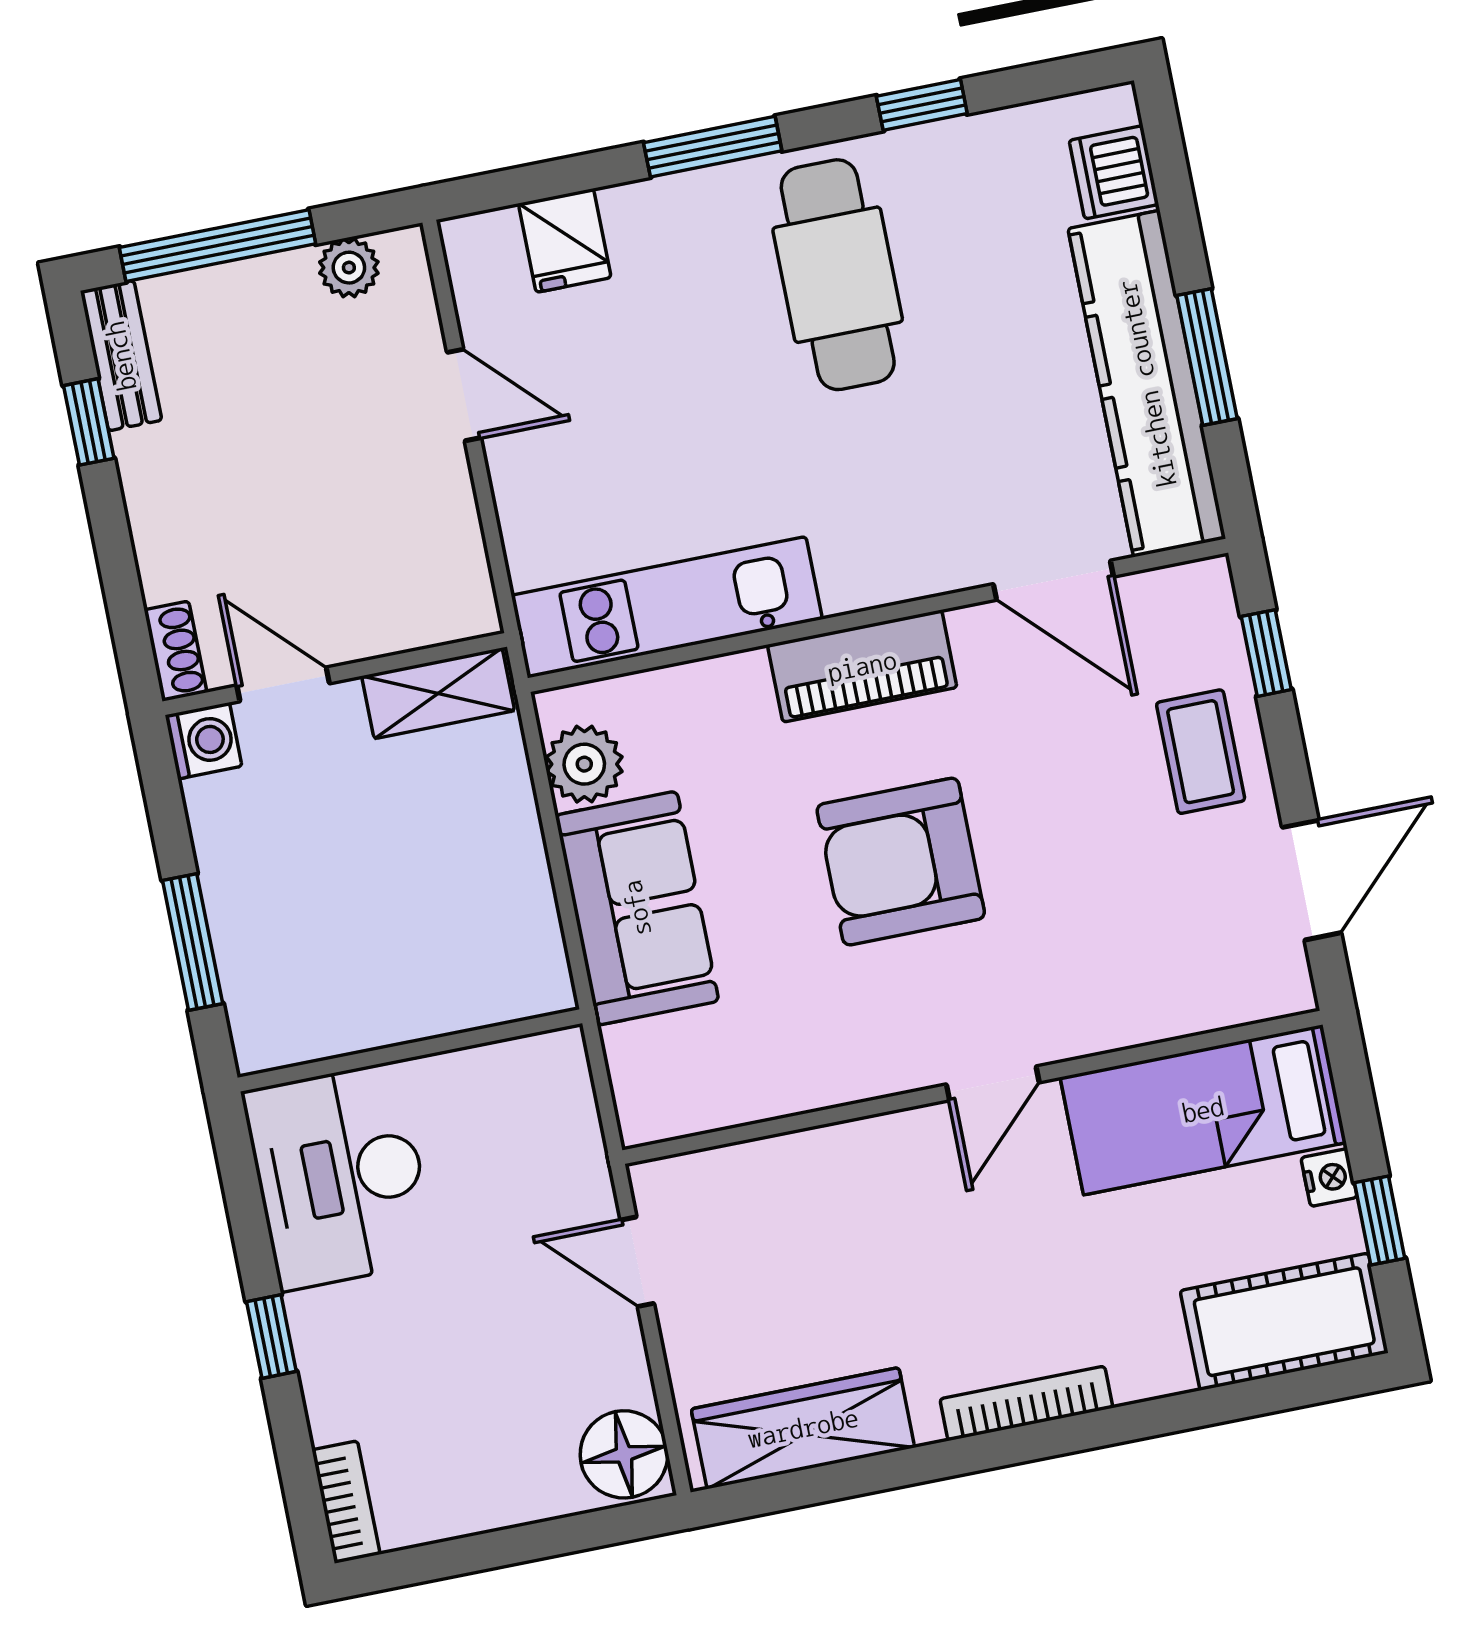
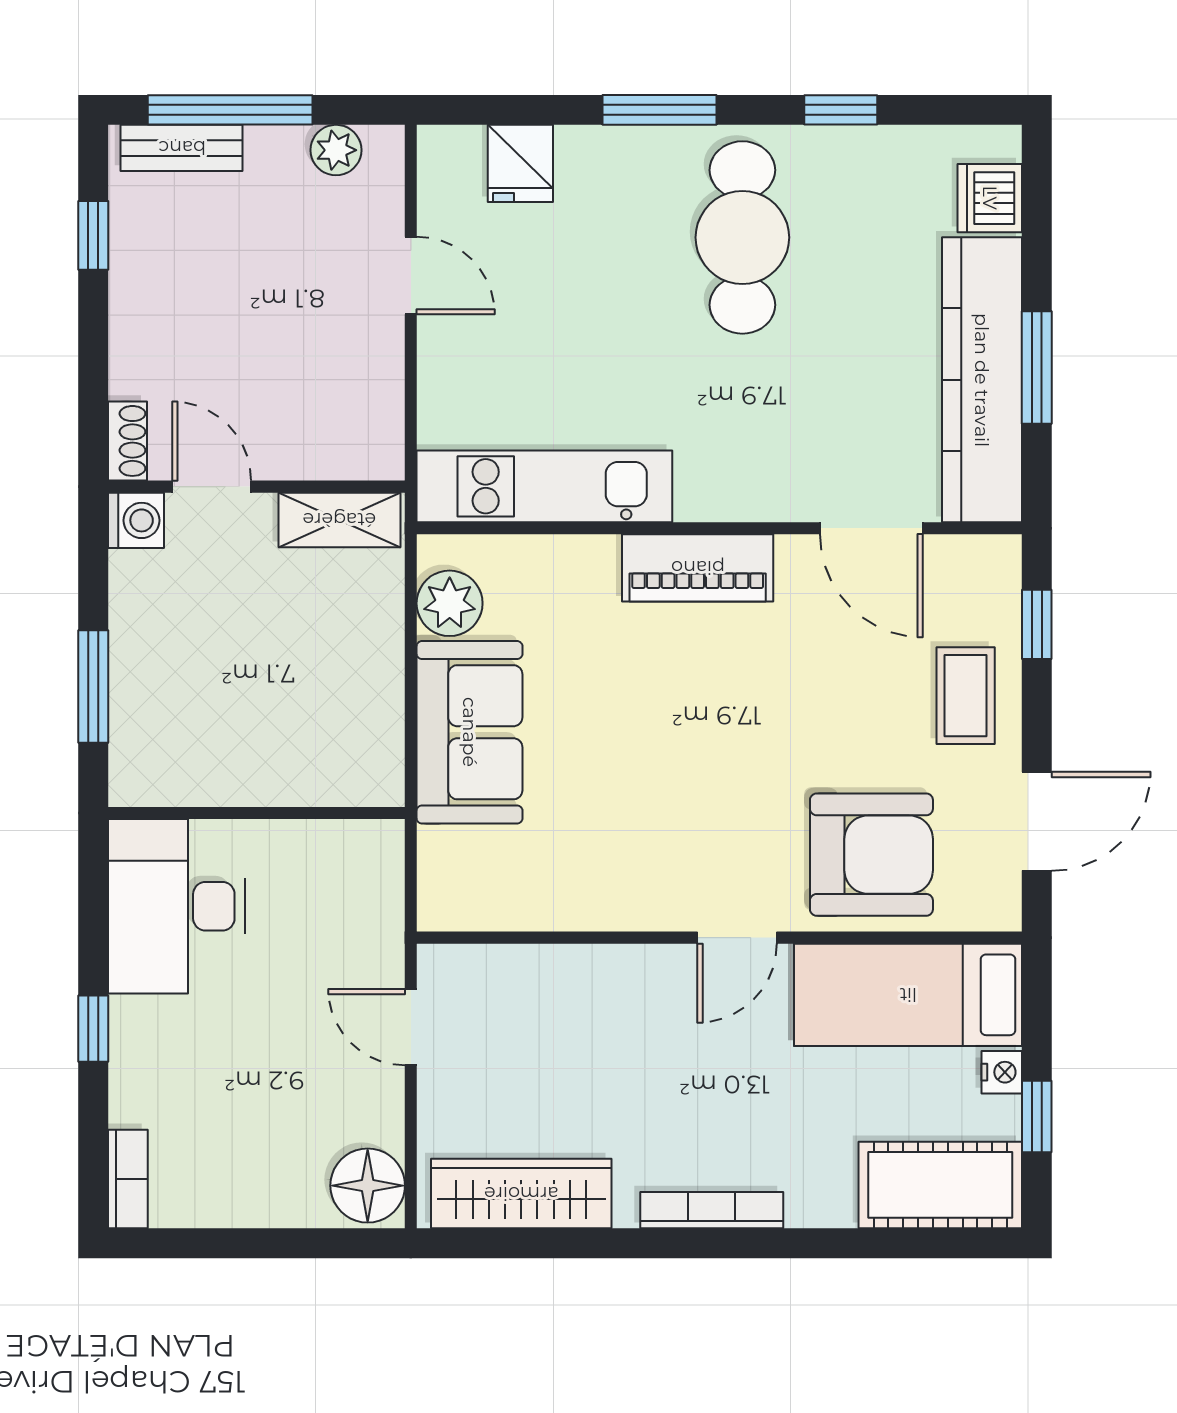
bench: (121, 356) -> (182, 148), moved, turned 90
armchair: (901, 862) -> (871, 855), moved, turned 180

